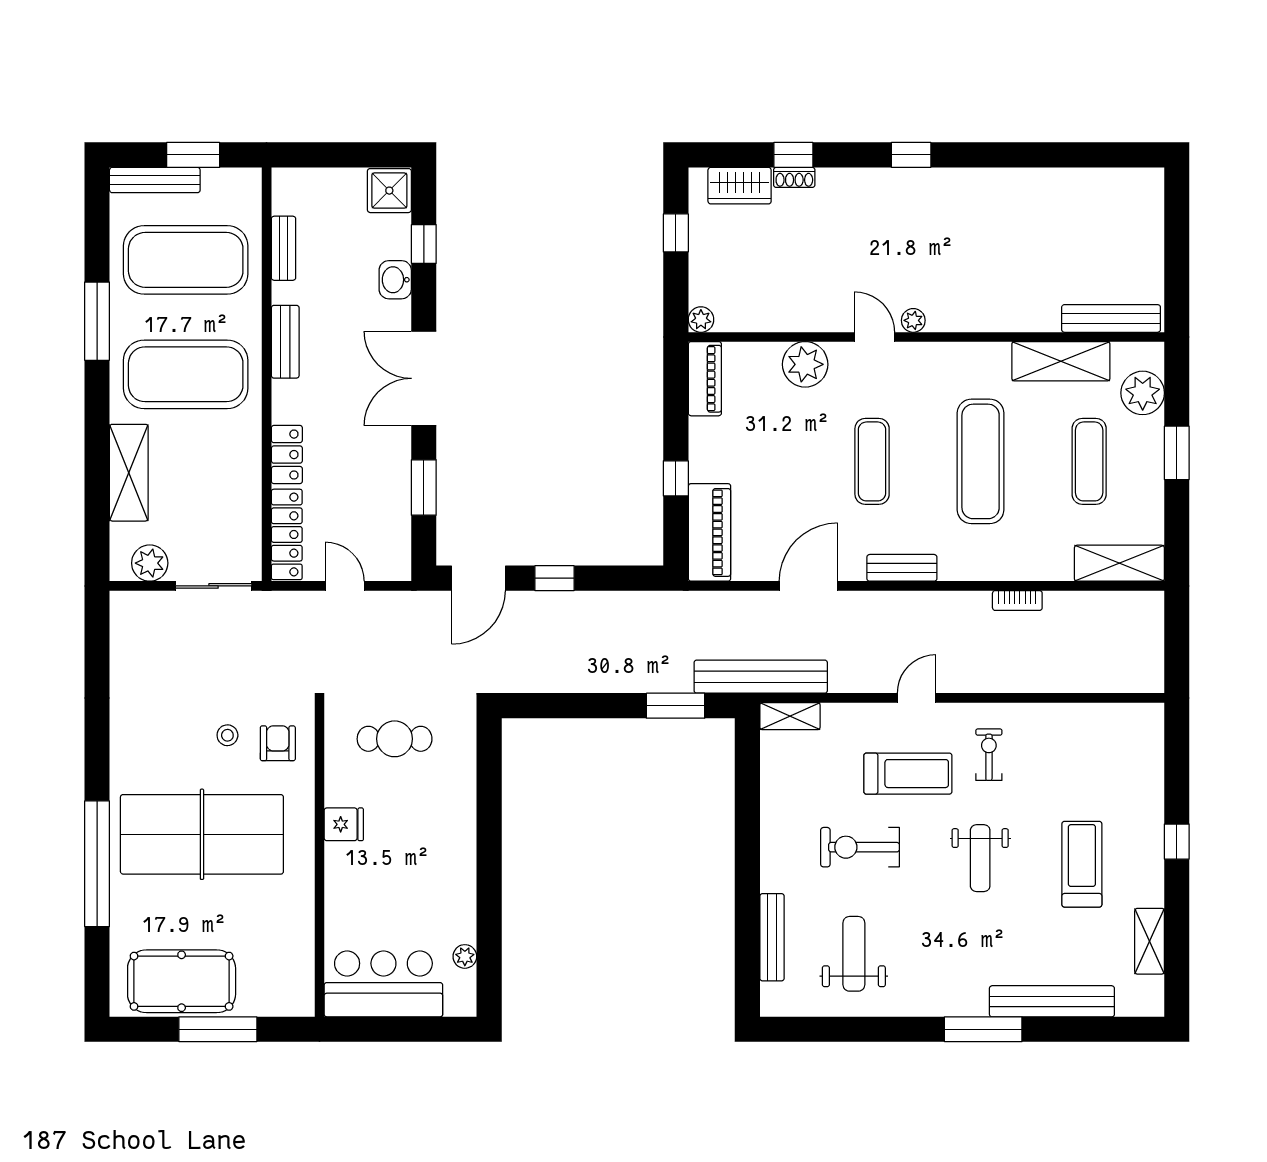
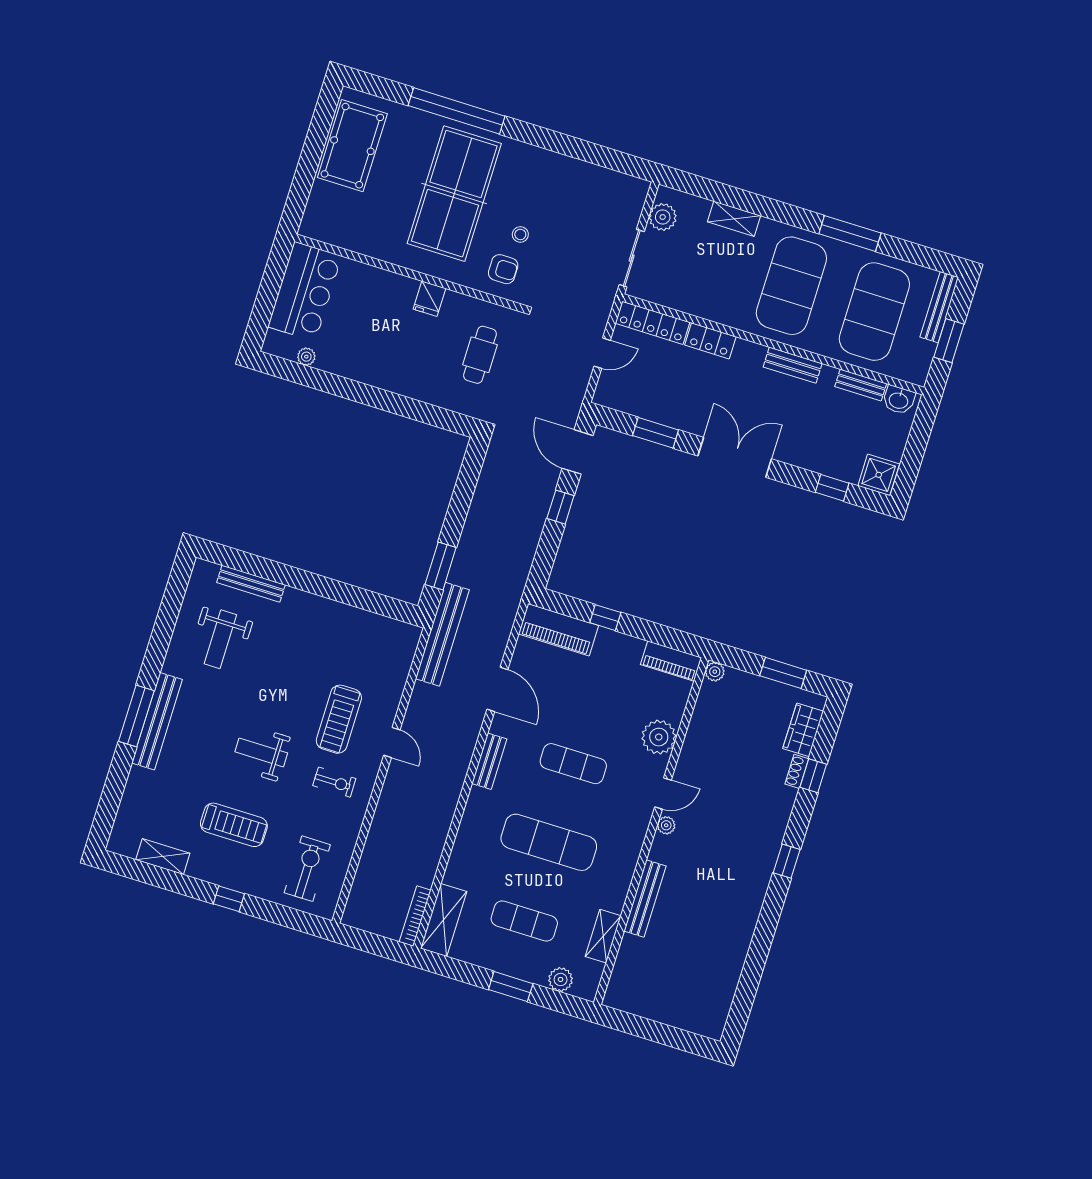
window: (676, 233) -> (783, 673), width x1.50
washbasin: (395, 280) -> (899, 400), moved, turned 180
bench: (1111, 318) -> (645, 899), moved
shelving: (1061, 361) -> (603, 936), width x0.67, depth x0.75
plant: (1143, 393) -> (561, 979), width x0.73, depth x0.73
shelving: (129, 473) -> (734, 219), width x0.67, depth x0.75
bookcase: (1017, 600) -> (415, 916), moved, width x1.56
shelving: (790, 716) -> (407, 647), removed
exercise bike: (860, 847) -> (307, 869), moved
weight bench: (854, 954) -> (220, 639), turned 90
bench: (1052, 1001) -> (157, 721), moved
window: (218, 1029) -> (309, 161), removed

